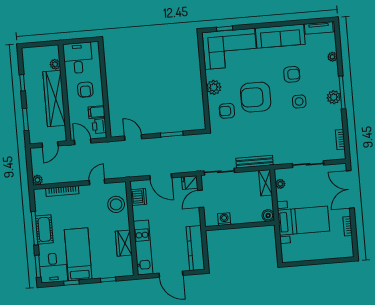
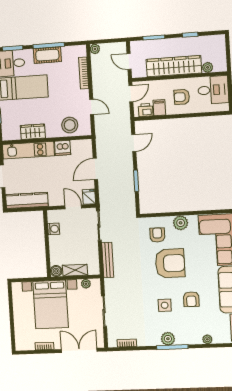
armchair: (256, 97) -> (170, 263), turned 90
shelving: (265, 183) -> (75, 270), moved
dishwasher: (139, 197) -> (63, 148), moved
bed with nightstands: (304, 221) -> (51, 305), width x1.36

